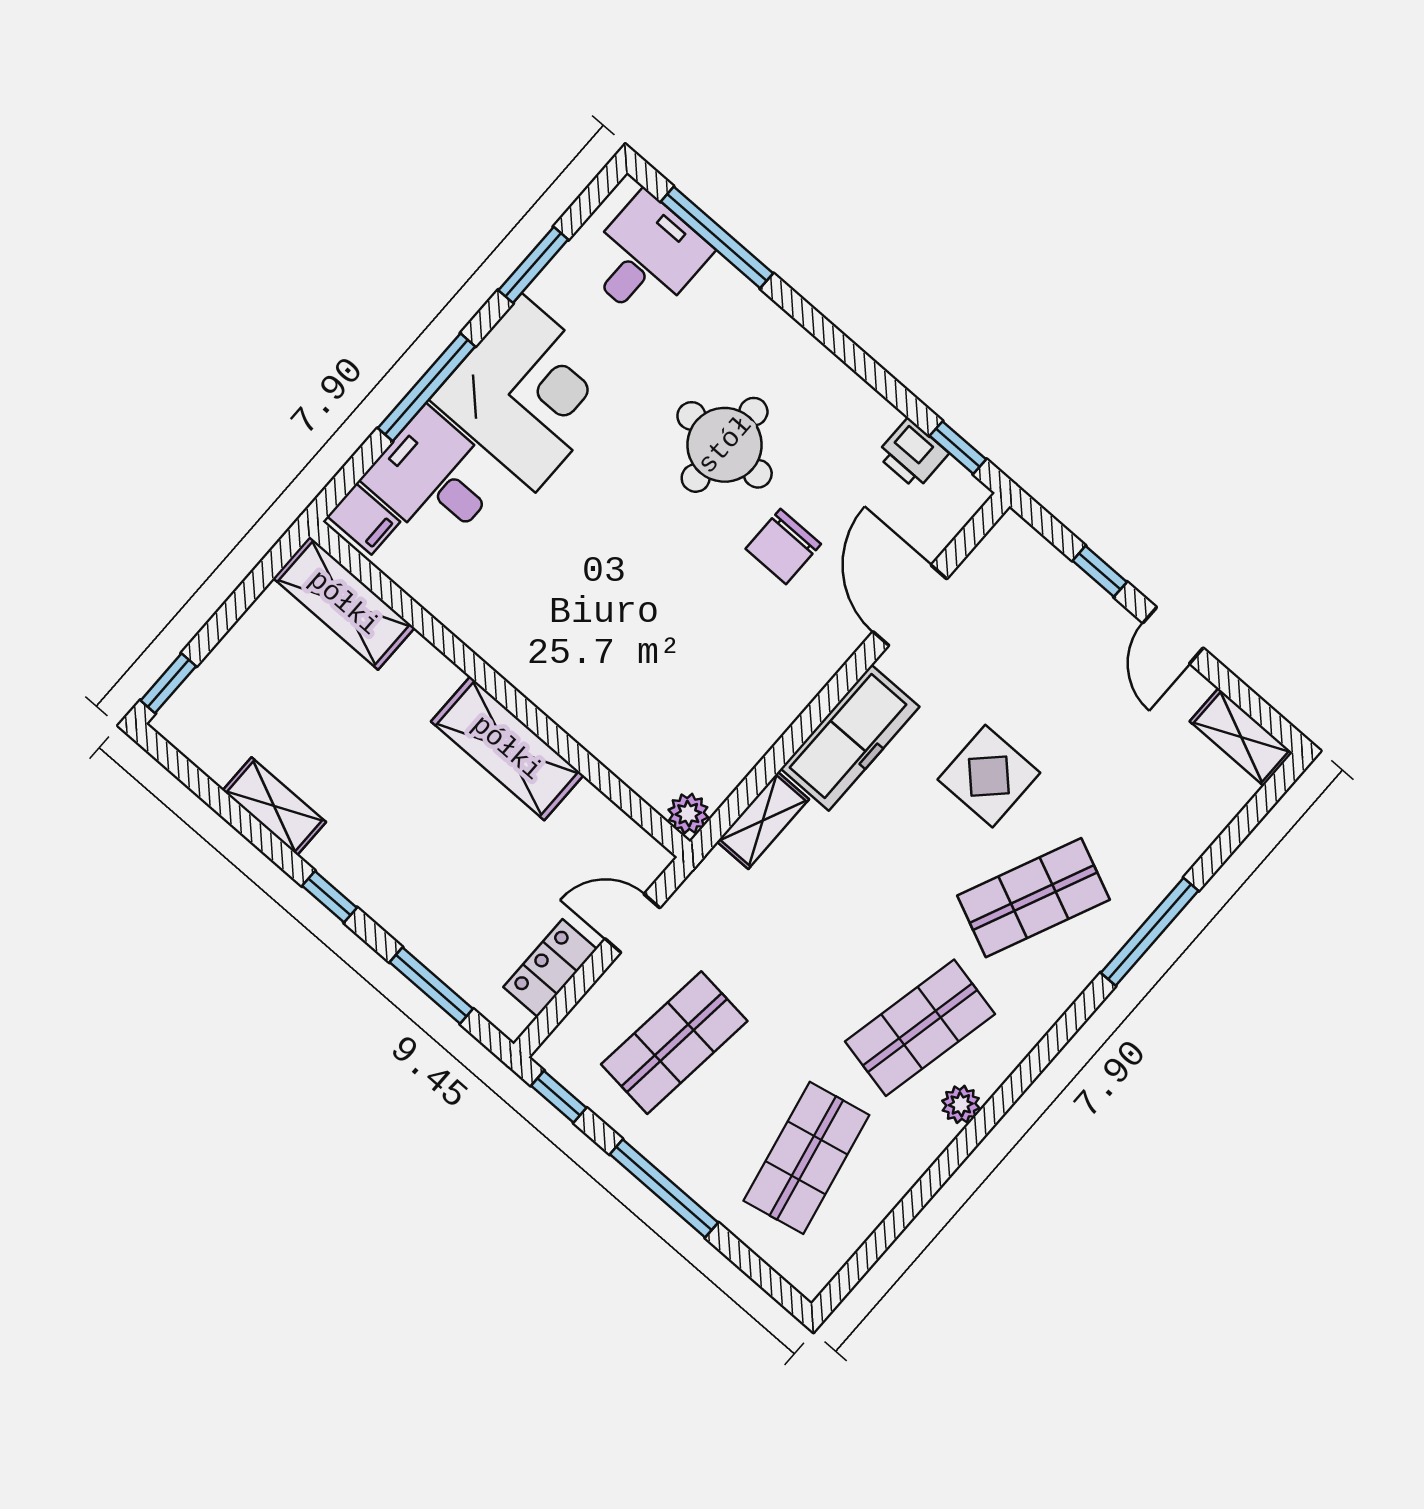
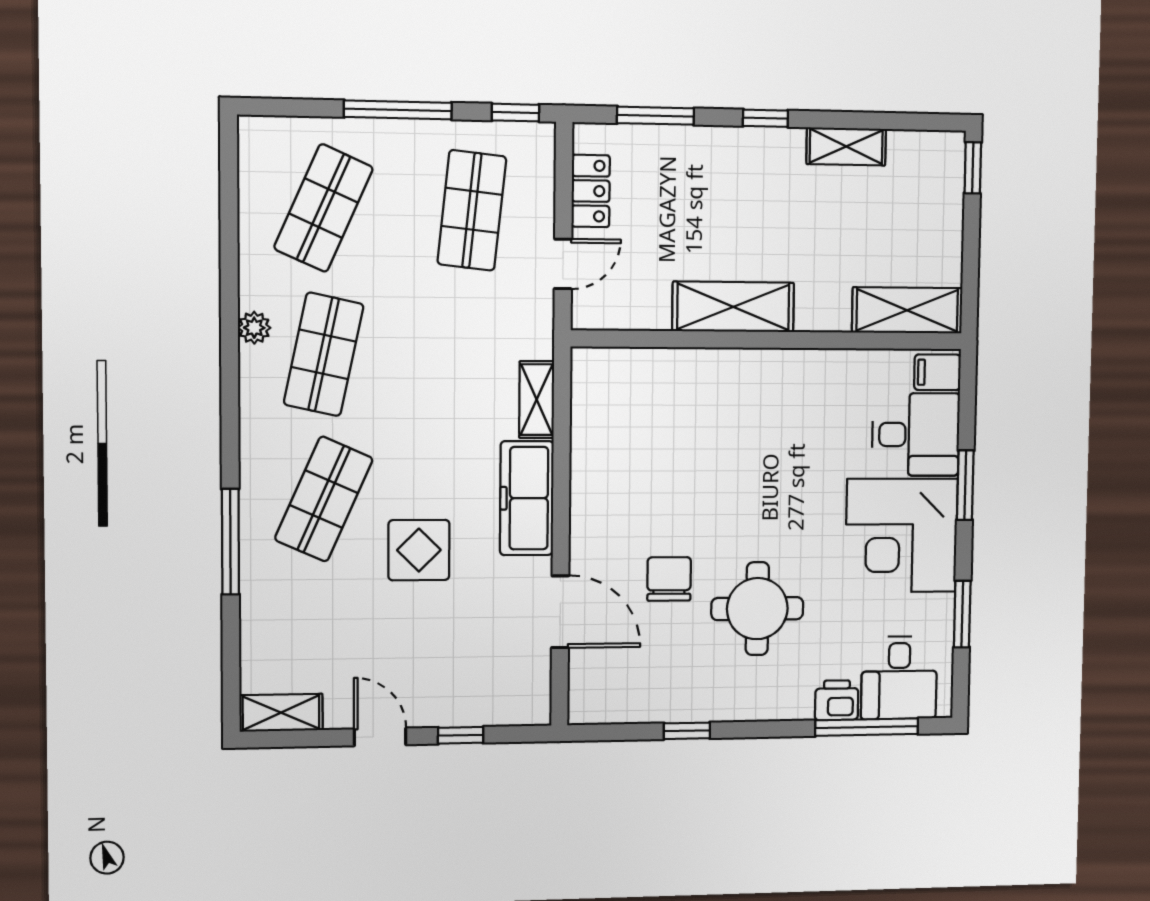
window: (427, 387) -> (965, 485), width x0.69
window: (958, 448) -> (687, 731), moved
printer: (912, 454) -> (837, 700), moved
plant: (688, 814) -> (587, 363), removed
shop shelf: (806, 1158) -> (323, 208), turned 36

